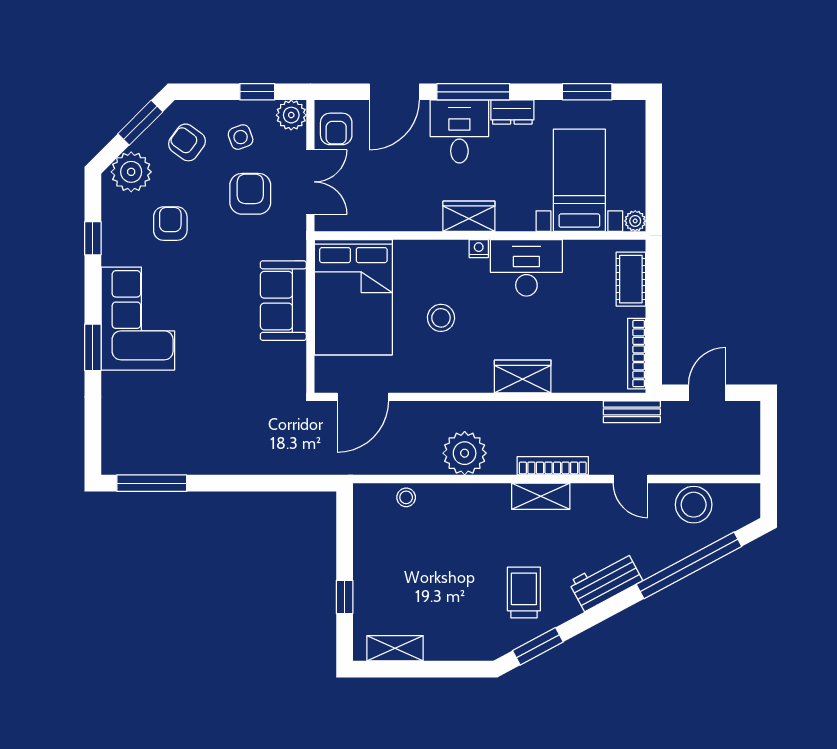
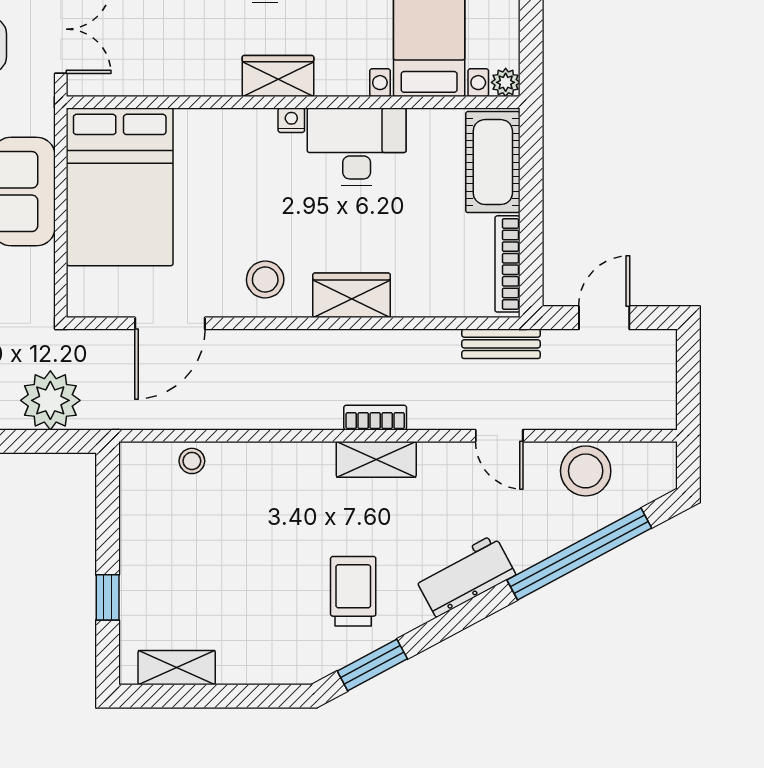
cot: (631, 279) -> (493, 162), width x1.37, depth x1.34
stool: (441, 318) -> (265, 280), moved
door: (363, 397) -> (170, 323), moved
plant: (465, 453) -> (50, 400), moved
bookcase: (553, 466) -> (375, 418), width x0.64

